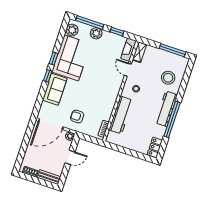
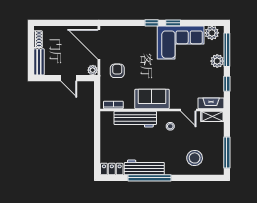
door: (128, 70) -> (188, 110), swing flipped
sofa: (55, 89) -> (152, 99), moved, turned 180
workbench: (166, 109) -> (144, 167), moved

